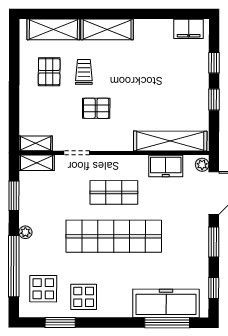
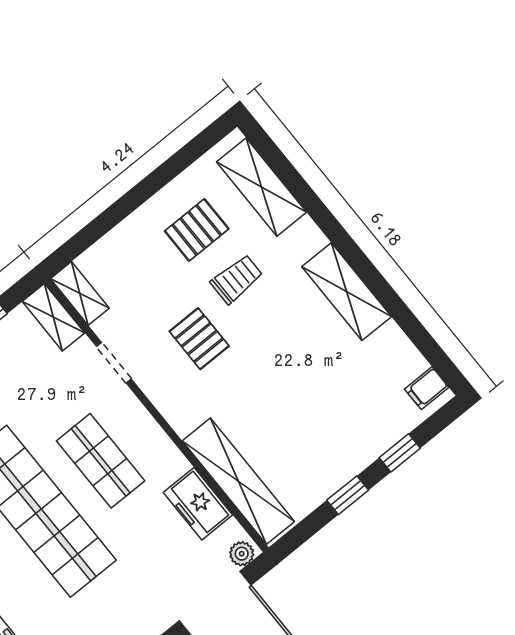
shelving: (107, 29) -> (347, 292), moved
filing cabinet: (189, 29) -> (427, 388), width x0.50

